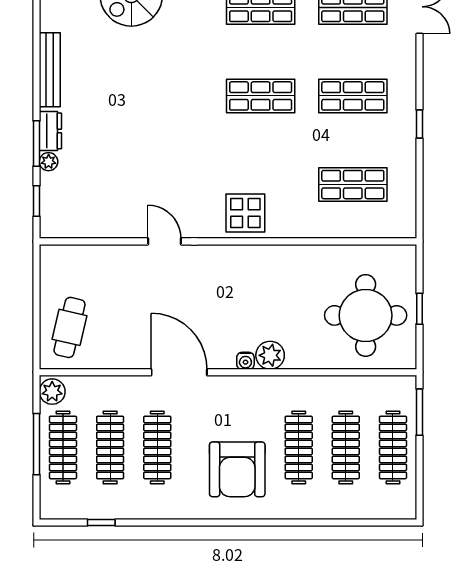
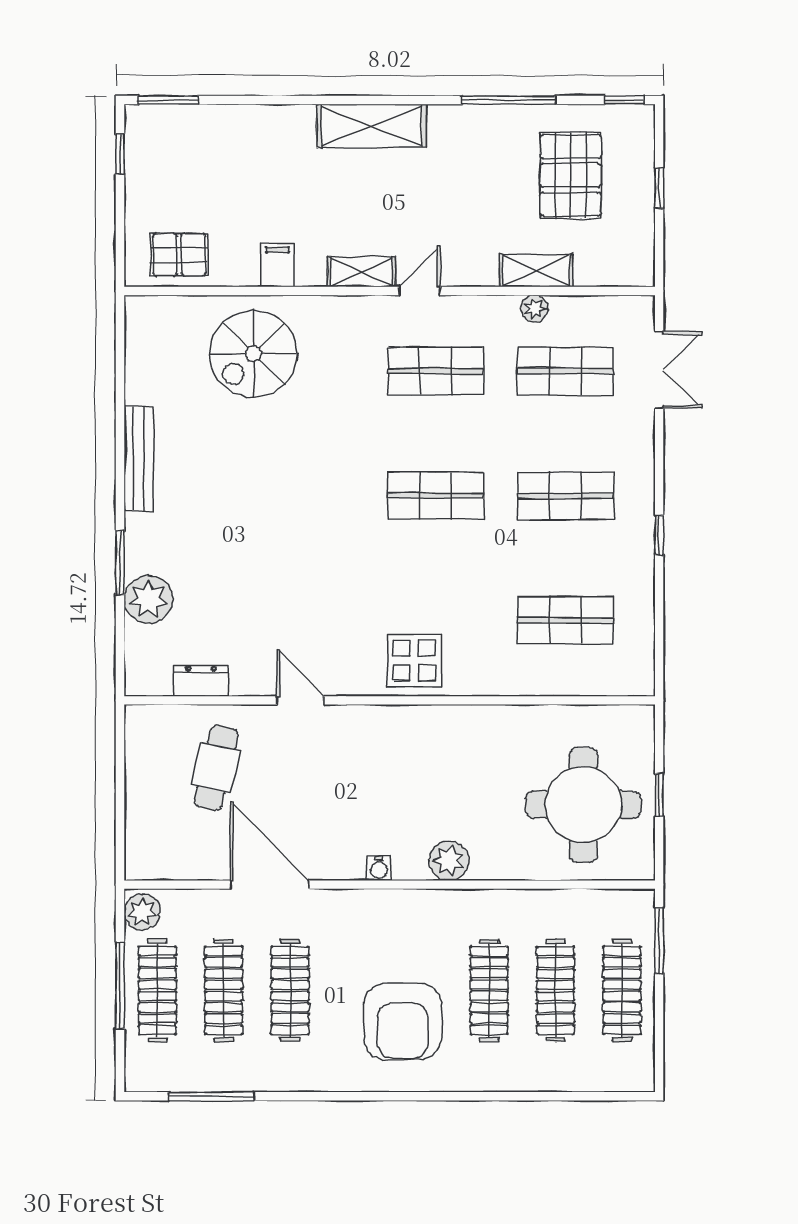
dresser: (50, 131) -> (201, 681), moved, turned -90
plant: (49, 162) -> (148, 599), width x1.88, depth x1.88
window: (36, 201) -> (120, 643), removed
cafe table: (70, 327) -> (216, 768), moved
water cooler: (245, 361) -> (379, 868), moved
door: (179, 372) -> (270, 885), moved
window: (101, 523) -> (211, 1096), width x2.17

